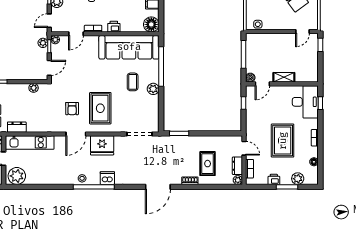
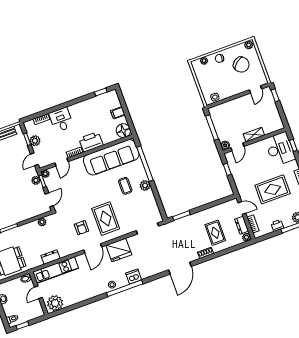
printer: (114, 27) -> (91, 142), width x1.87, depth x1.48
dresser: (17, 127) -> (51, 257), moved
rug: (283, 141) -> (273, 189), turned 90

